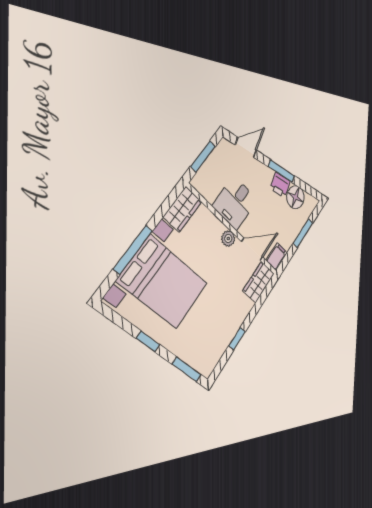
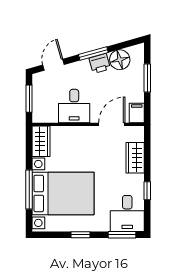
plant: (228, 239) -> (87, 132), removed
wardrobe: (259, 282) -> (135, 158), moved
desk: (206, 350) -> (127, 213), added

